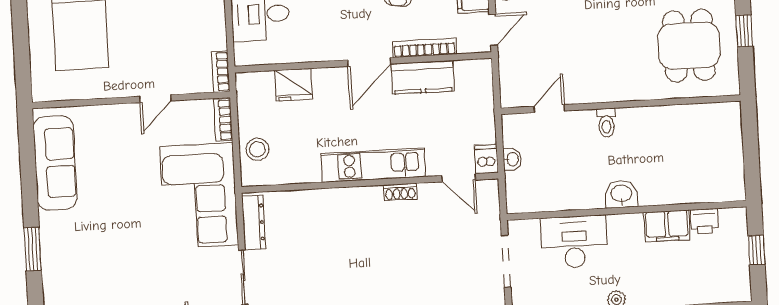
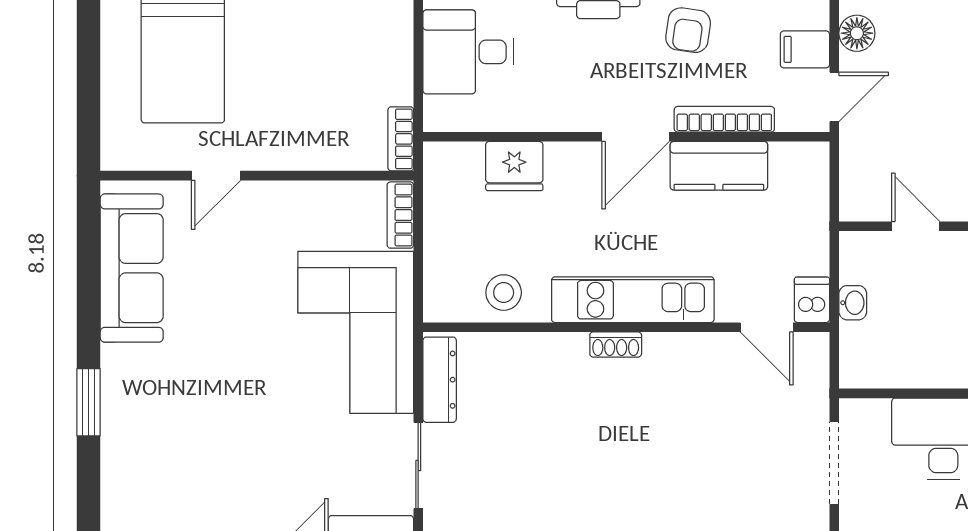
door: (155, 99) -> (216, 176), moved
door: (549, 109) -> (916, 226), hinge flipped
stool: (257, 149) -> (504, 293), moved
shoe rack: (400, 192) -> (616, 345), moved

